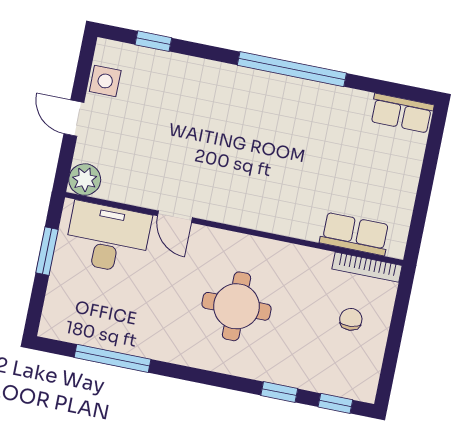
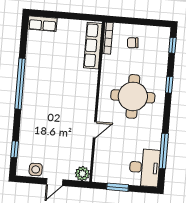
row of seats: (402, 113) -> (42, 24), moved, turned 90
row of seats: (355, 234) -> (93, 46), width x1.48
desk: (108, 238) -> (145, 168), moved, turned 180
round table: (237, 306) -> (133, 96), width x1.36, depth x1.36
window: (279, 392) -> (169, 85), moved

